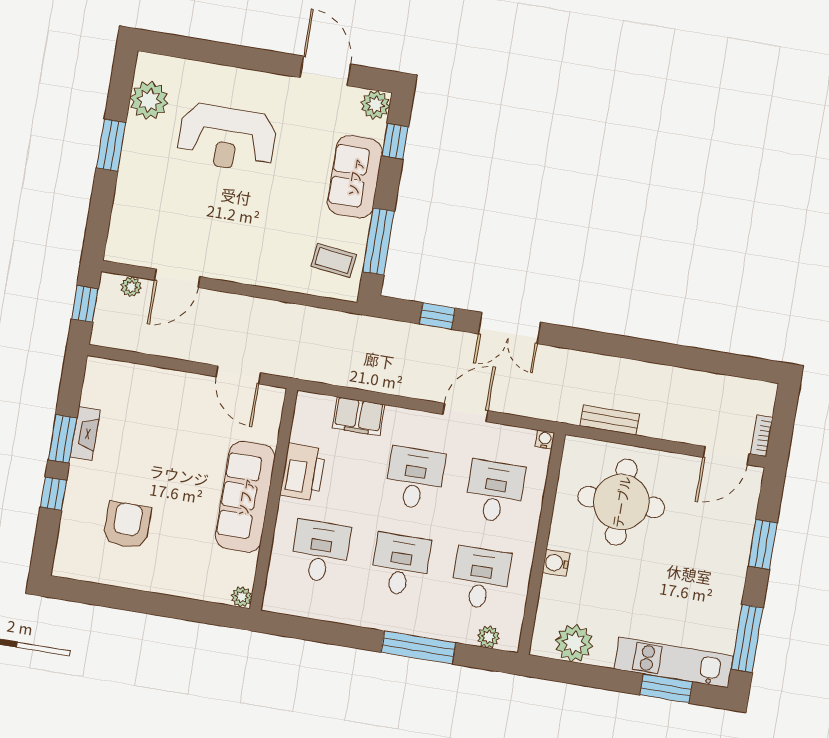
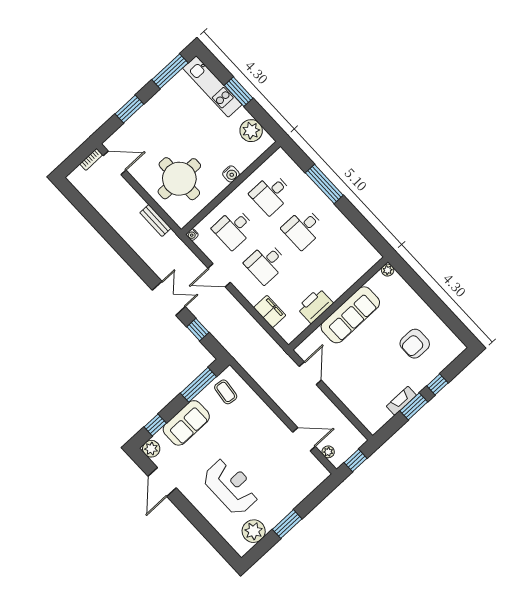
desk: (320, 552) -> (335, 263), removed
plant: (488, 637) -> (288, 164), removed
window: (666, 688) -> (239, 92), moved

